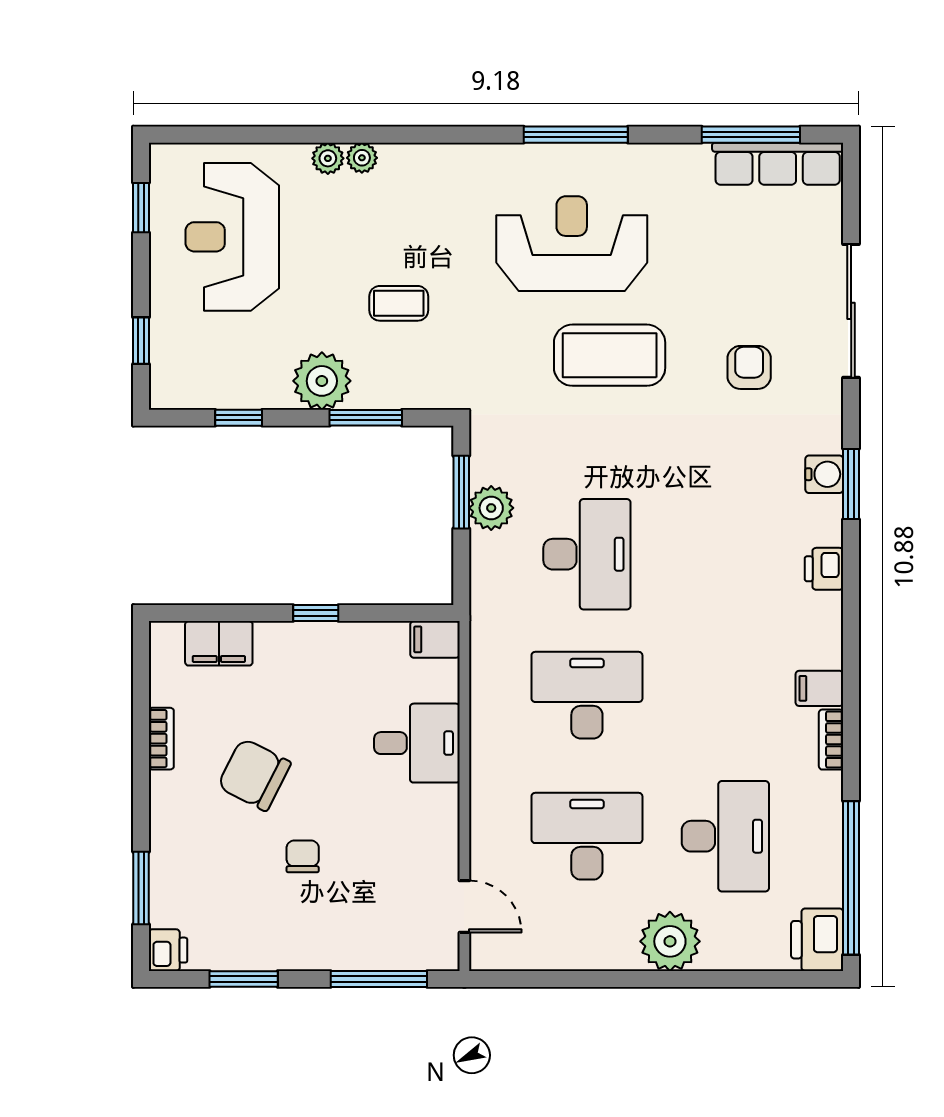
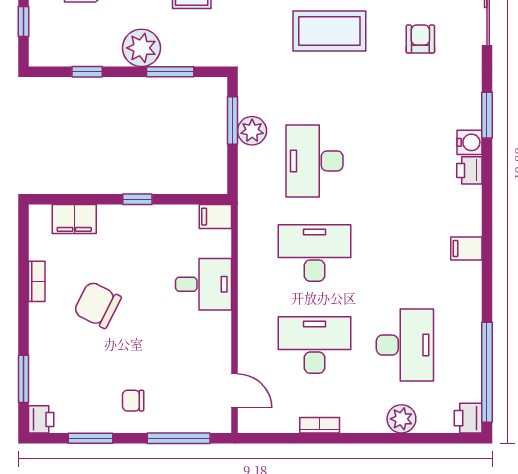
water cooler: (824, 474) -> (469, 142), moved
desk: (587, 554) -> (315, 161), turned 180
bookcase: (831, 740) -> (320, 425), moved, turned 90
chair: (303, 856) -> (133, 401), moved, turned -90
printer: (817, 940) -> (468, 418), width x0.73, depth x0.81
plant: (670, 941) -> (401, 419), moved, width x0.73, depth x0.73

